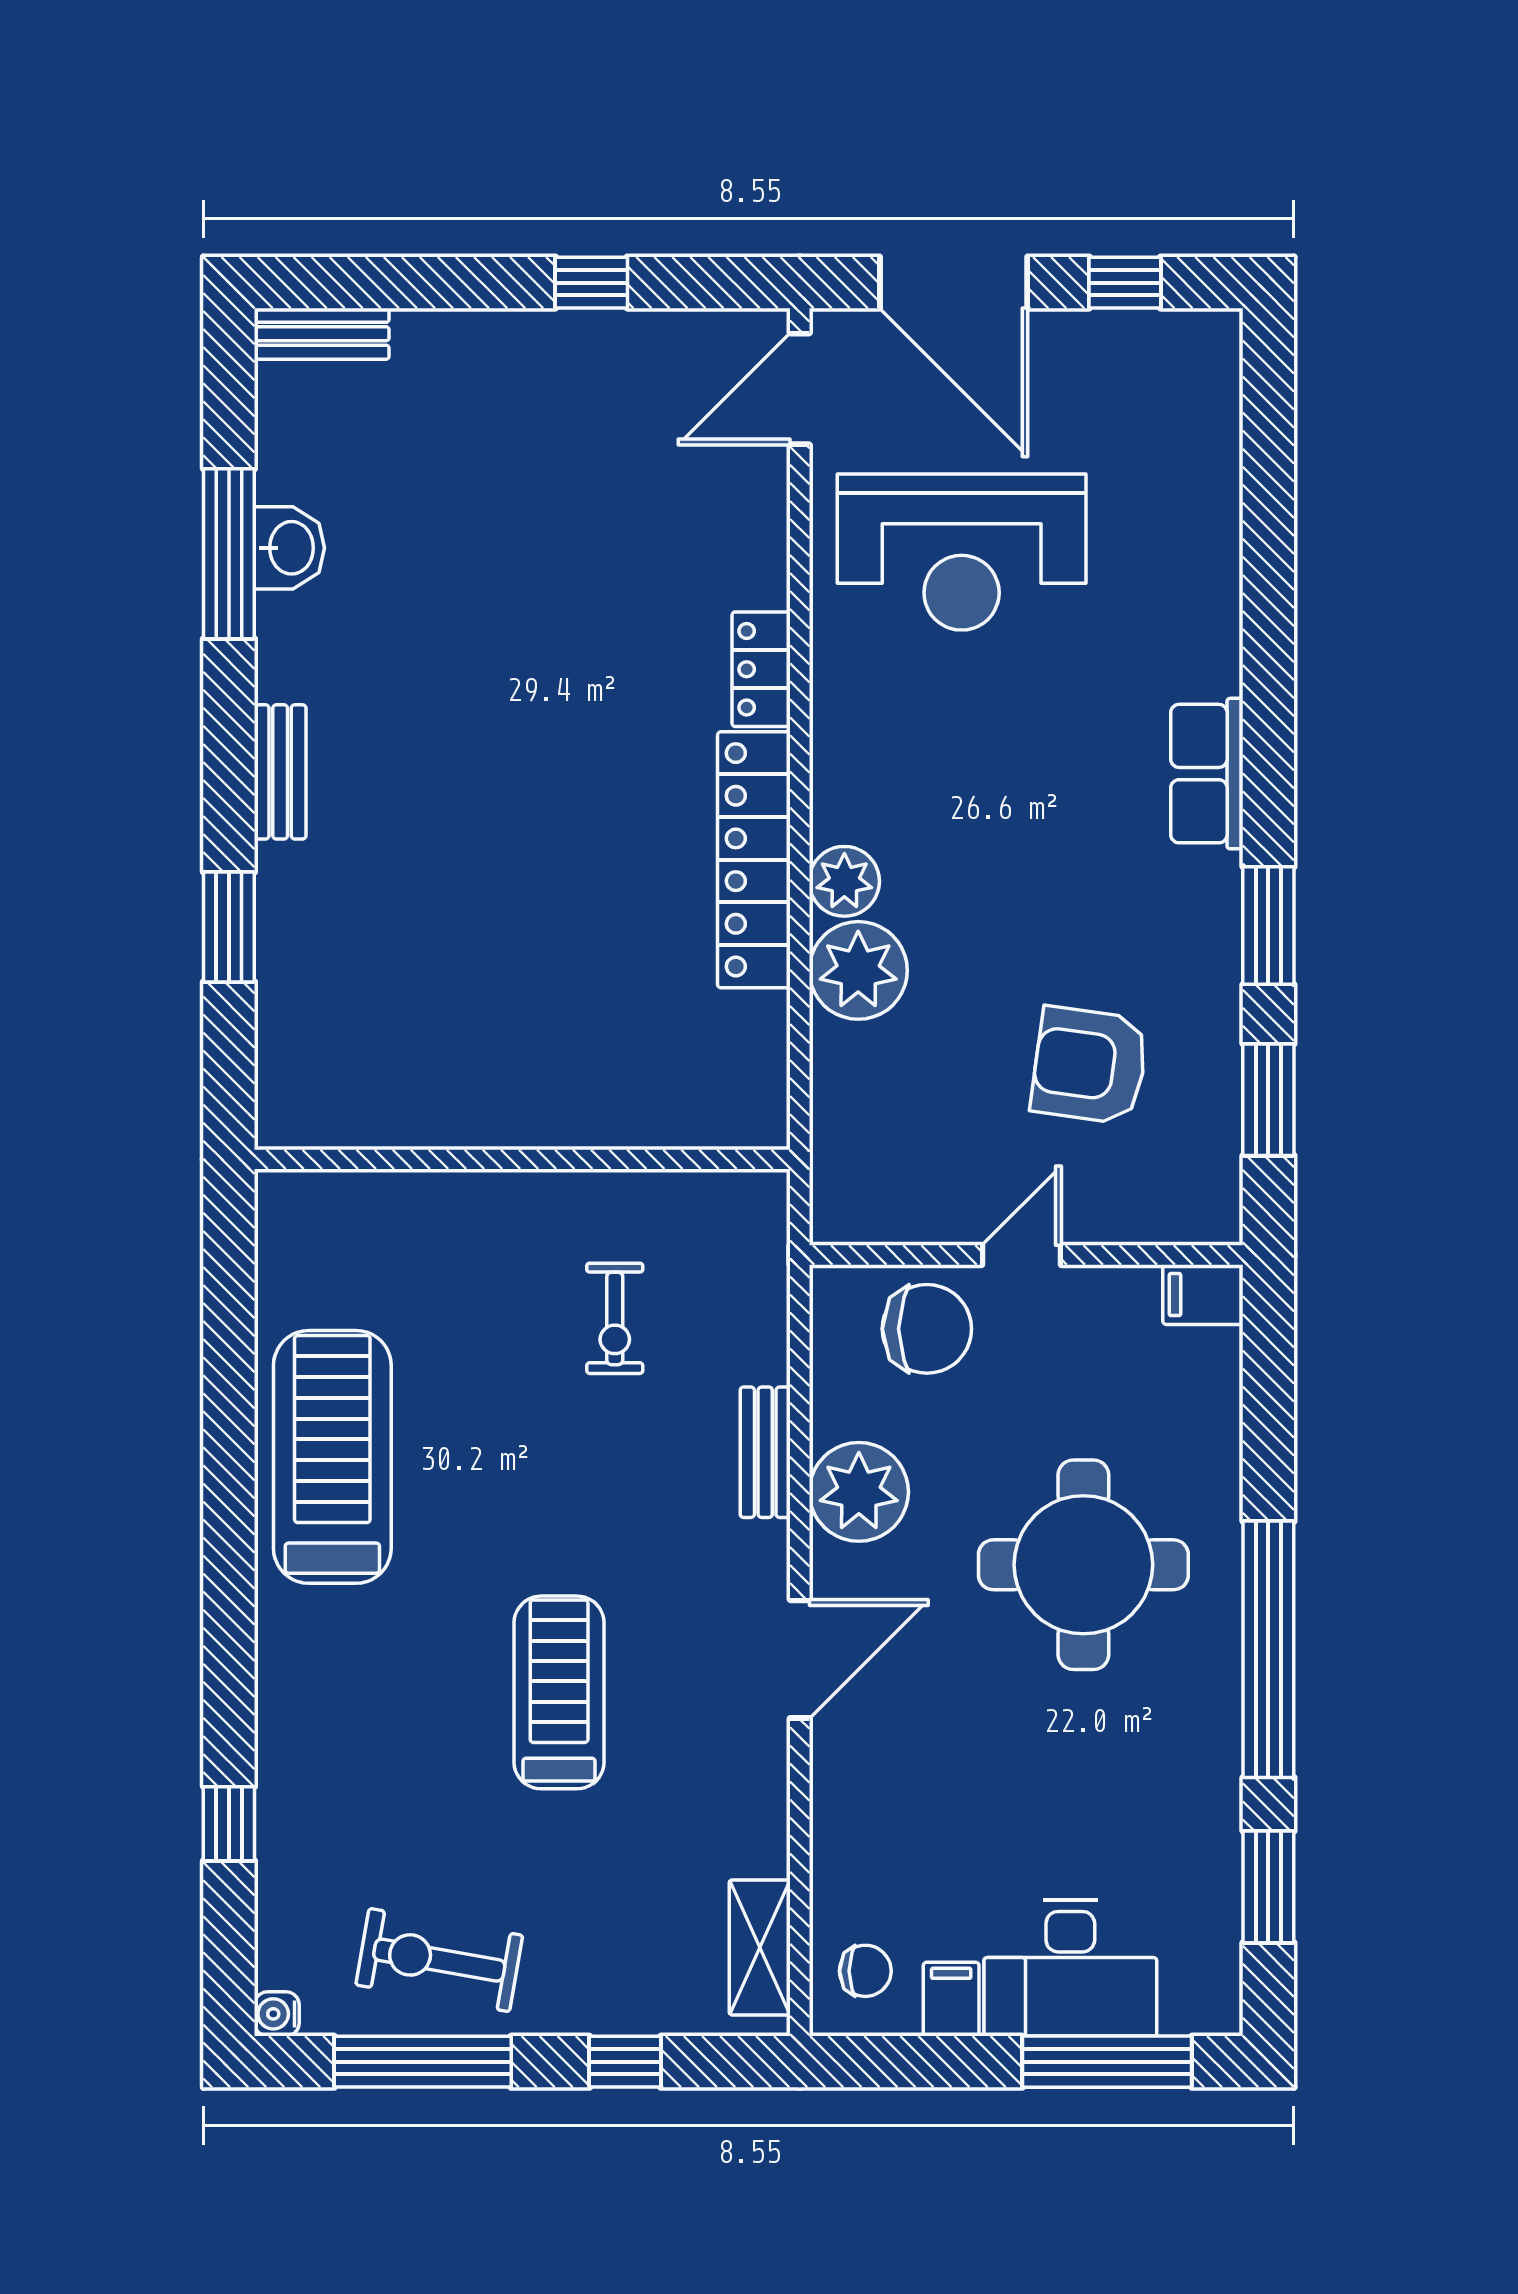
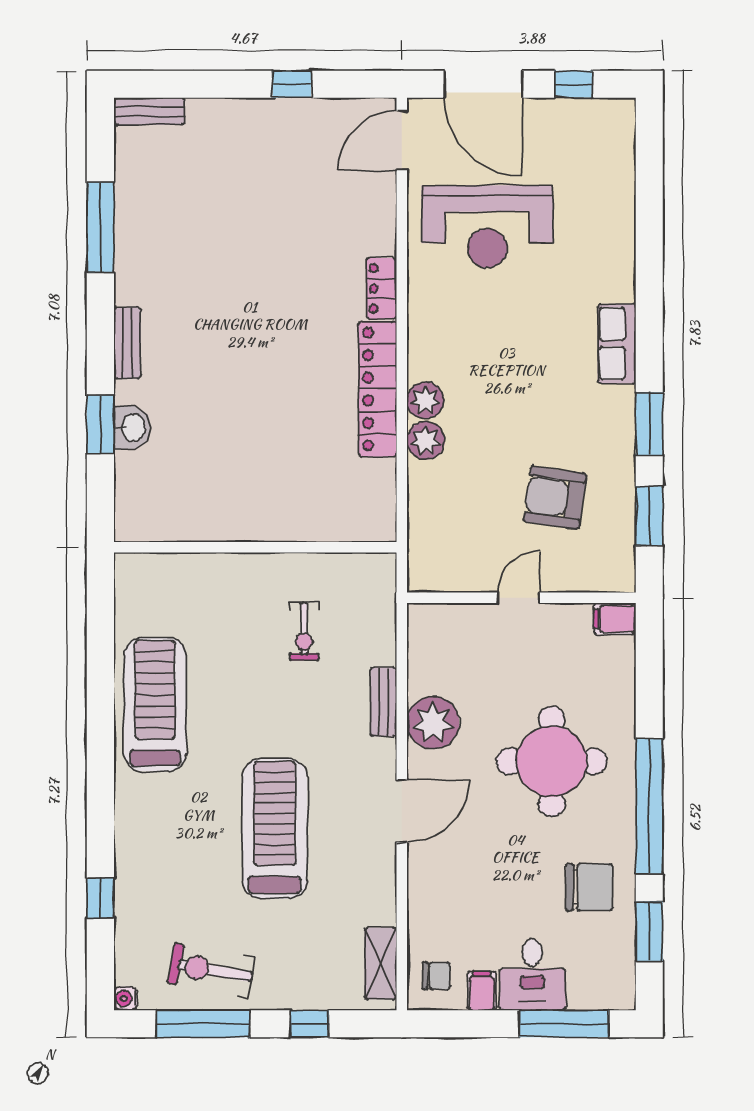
washbasin: (289, 548) -> (132, 428), moved
plant: (858, 970) -> (426, 441), width x0.73, depth x0.73
chair: (927, 1329) -> (589, 887), moved
treadmill: (559, 1692) -> (275, 829), width x1.37, depth x1.37
desk: (1070, 1968) -> (532, 974), width x0.73

